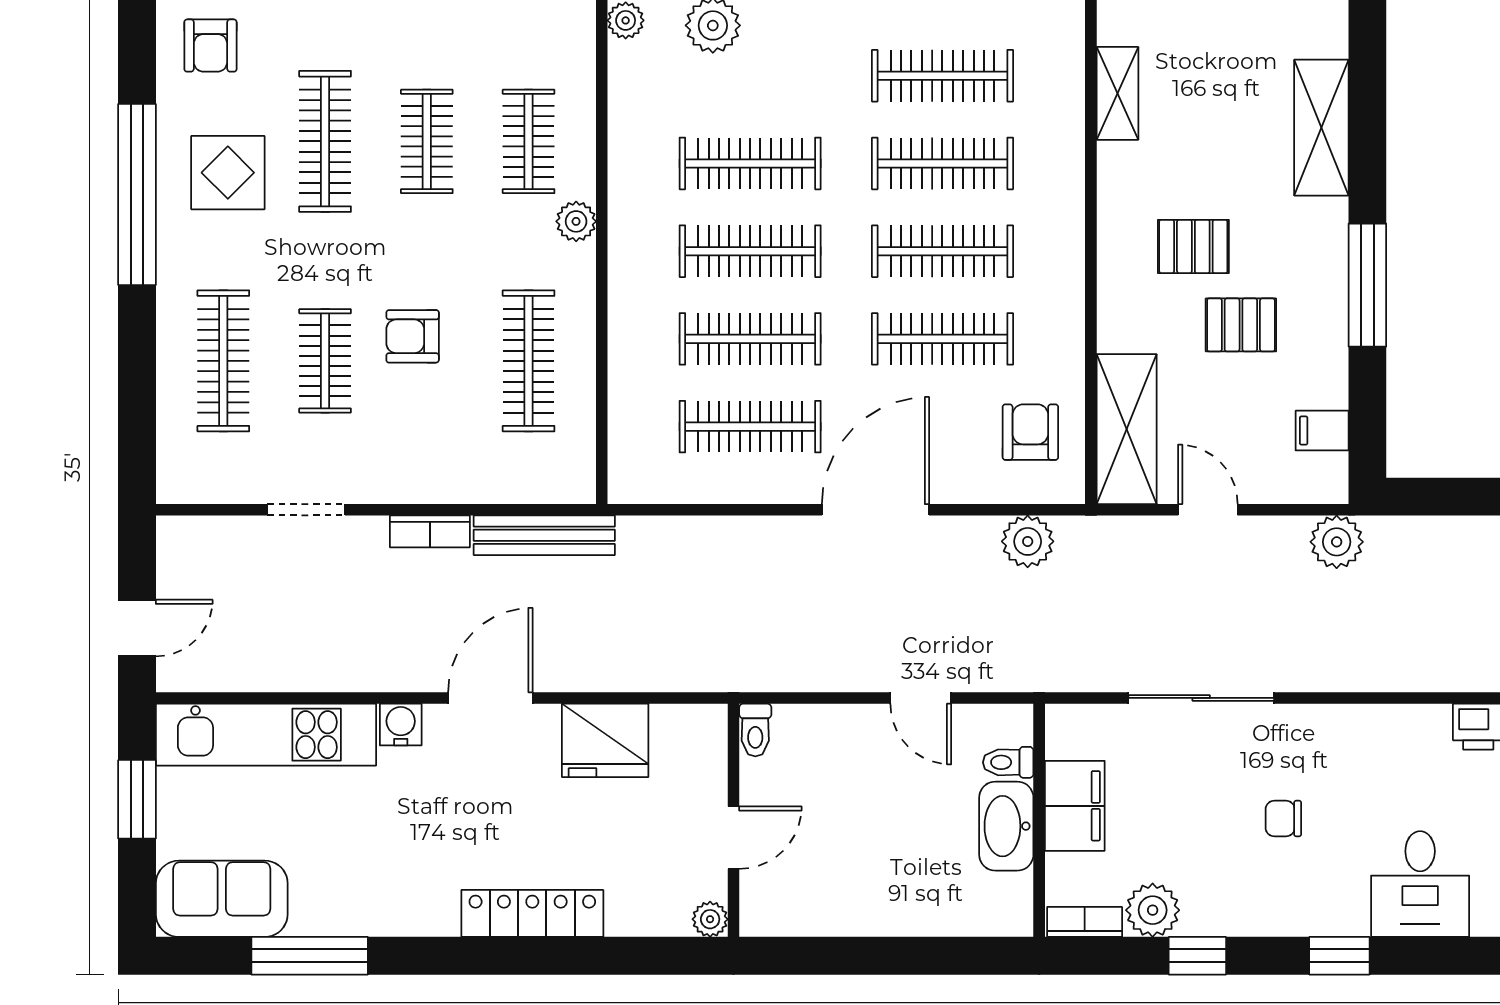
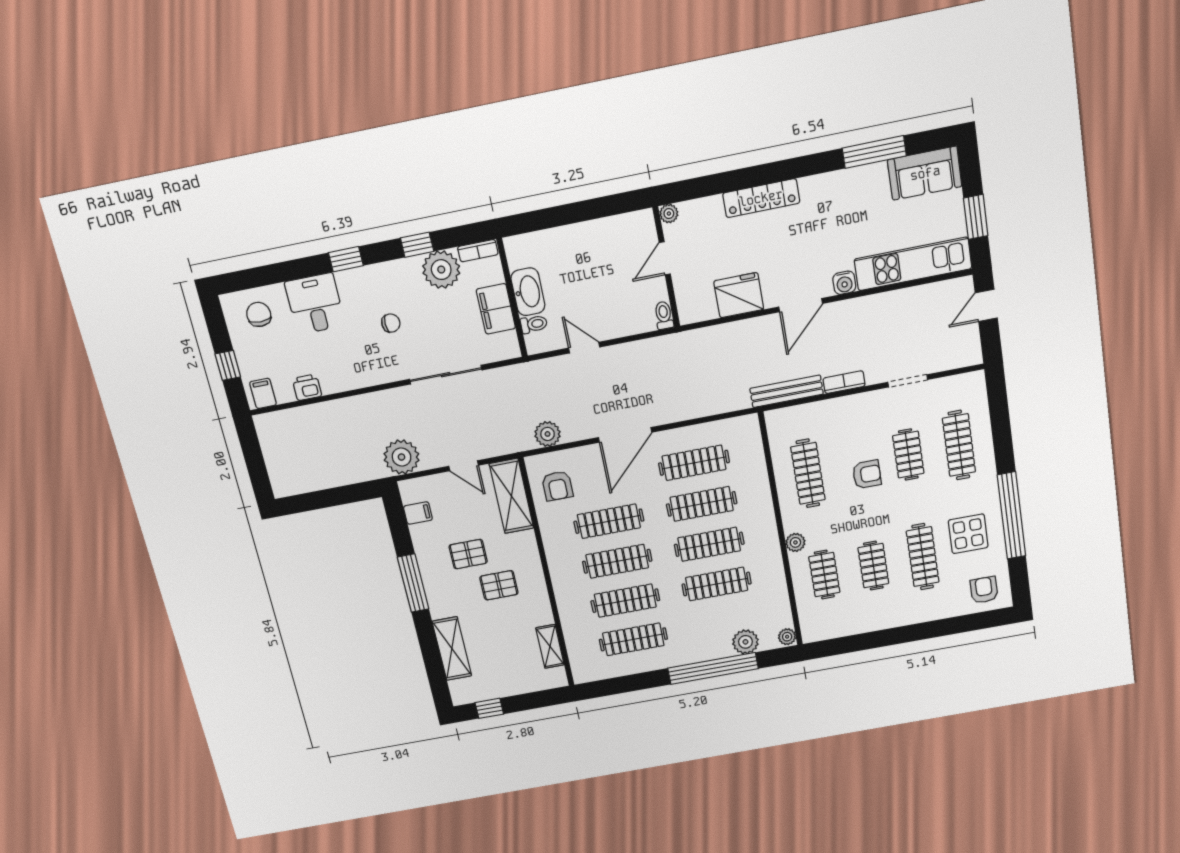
plant: (1337, 542) -> (402, 457), width x1.36, depth x1.36
plant: (1153, 910) -> (441, 270), width x1.36, depth x1.36

